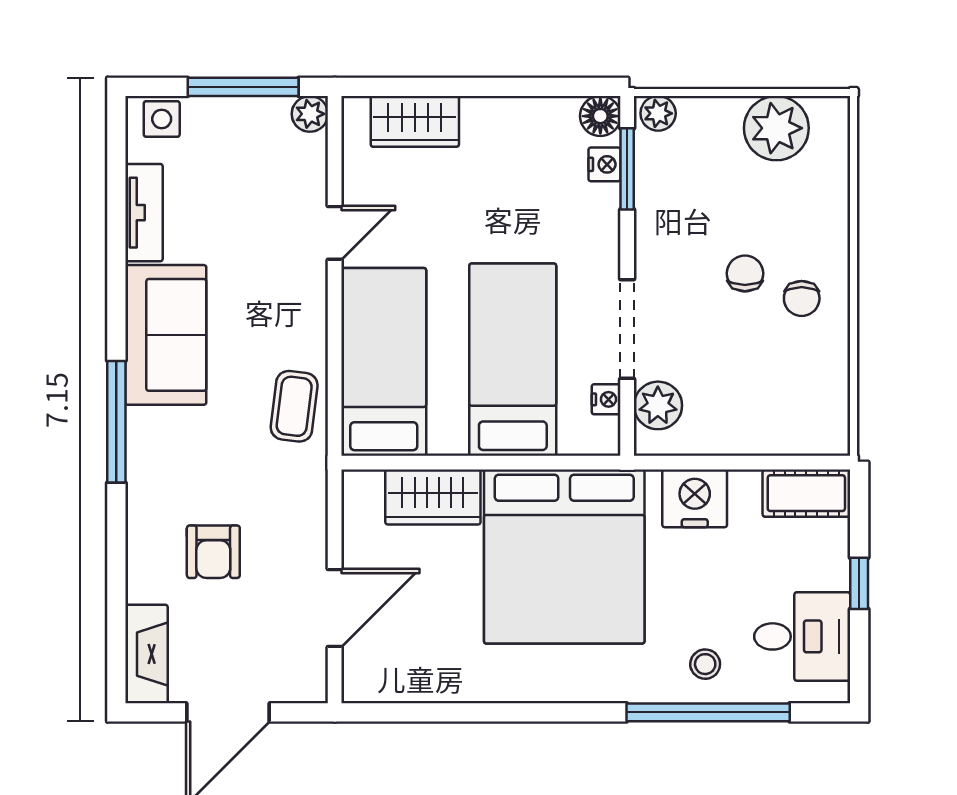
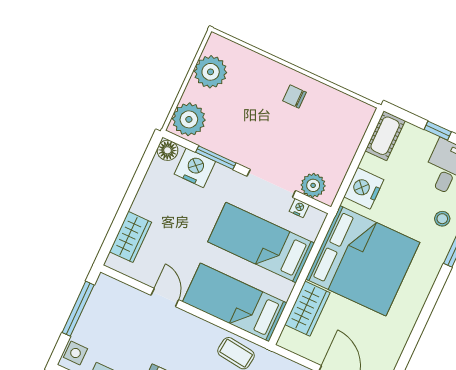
plant: (658, 113) -> (189, 119), width x1.88, depth x1.88
plant: (310, 114) -> (105, 284), removed
nightstand: (604, 164) -> (195, 168), width x1.89, depth x1.79
window: (627, 169) -> (216, 158), moved
chair: (745, 273) -> (271, 117), removed
chair: (802, 298) -> (294, 96), turned 180

